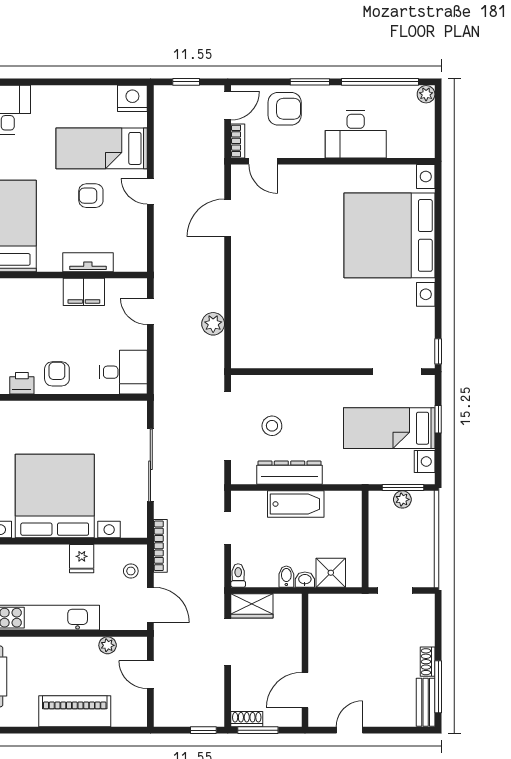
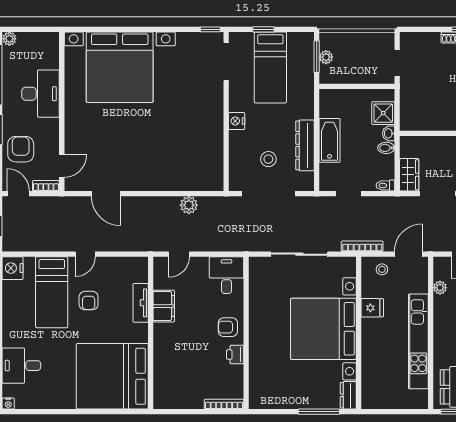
nightstand: (425, 461) -> (237, 121), moved, turned -90

